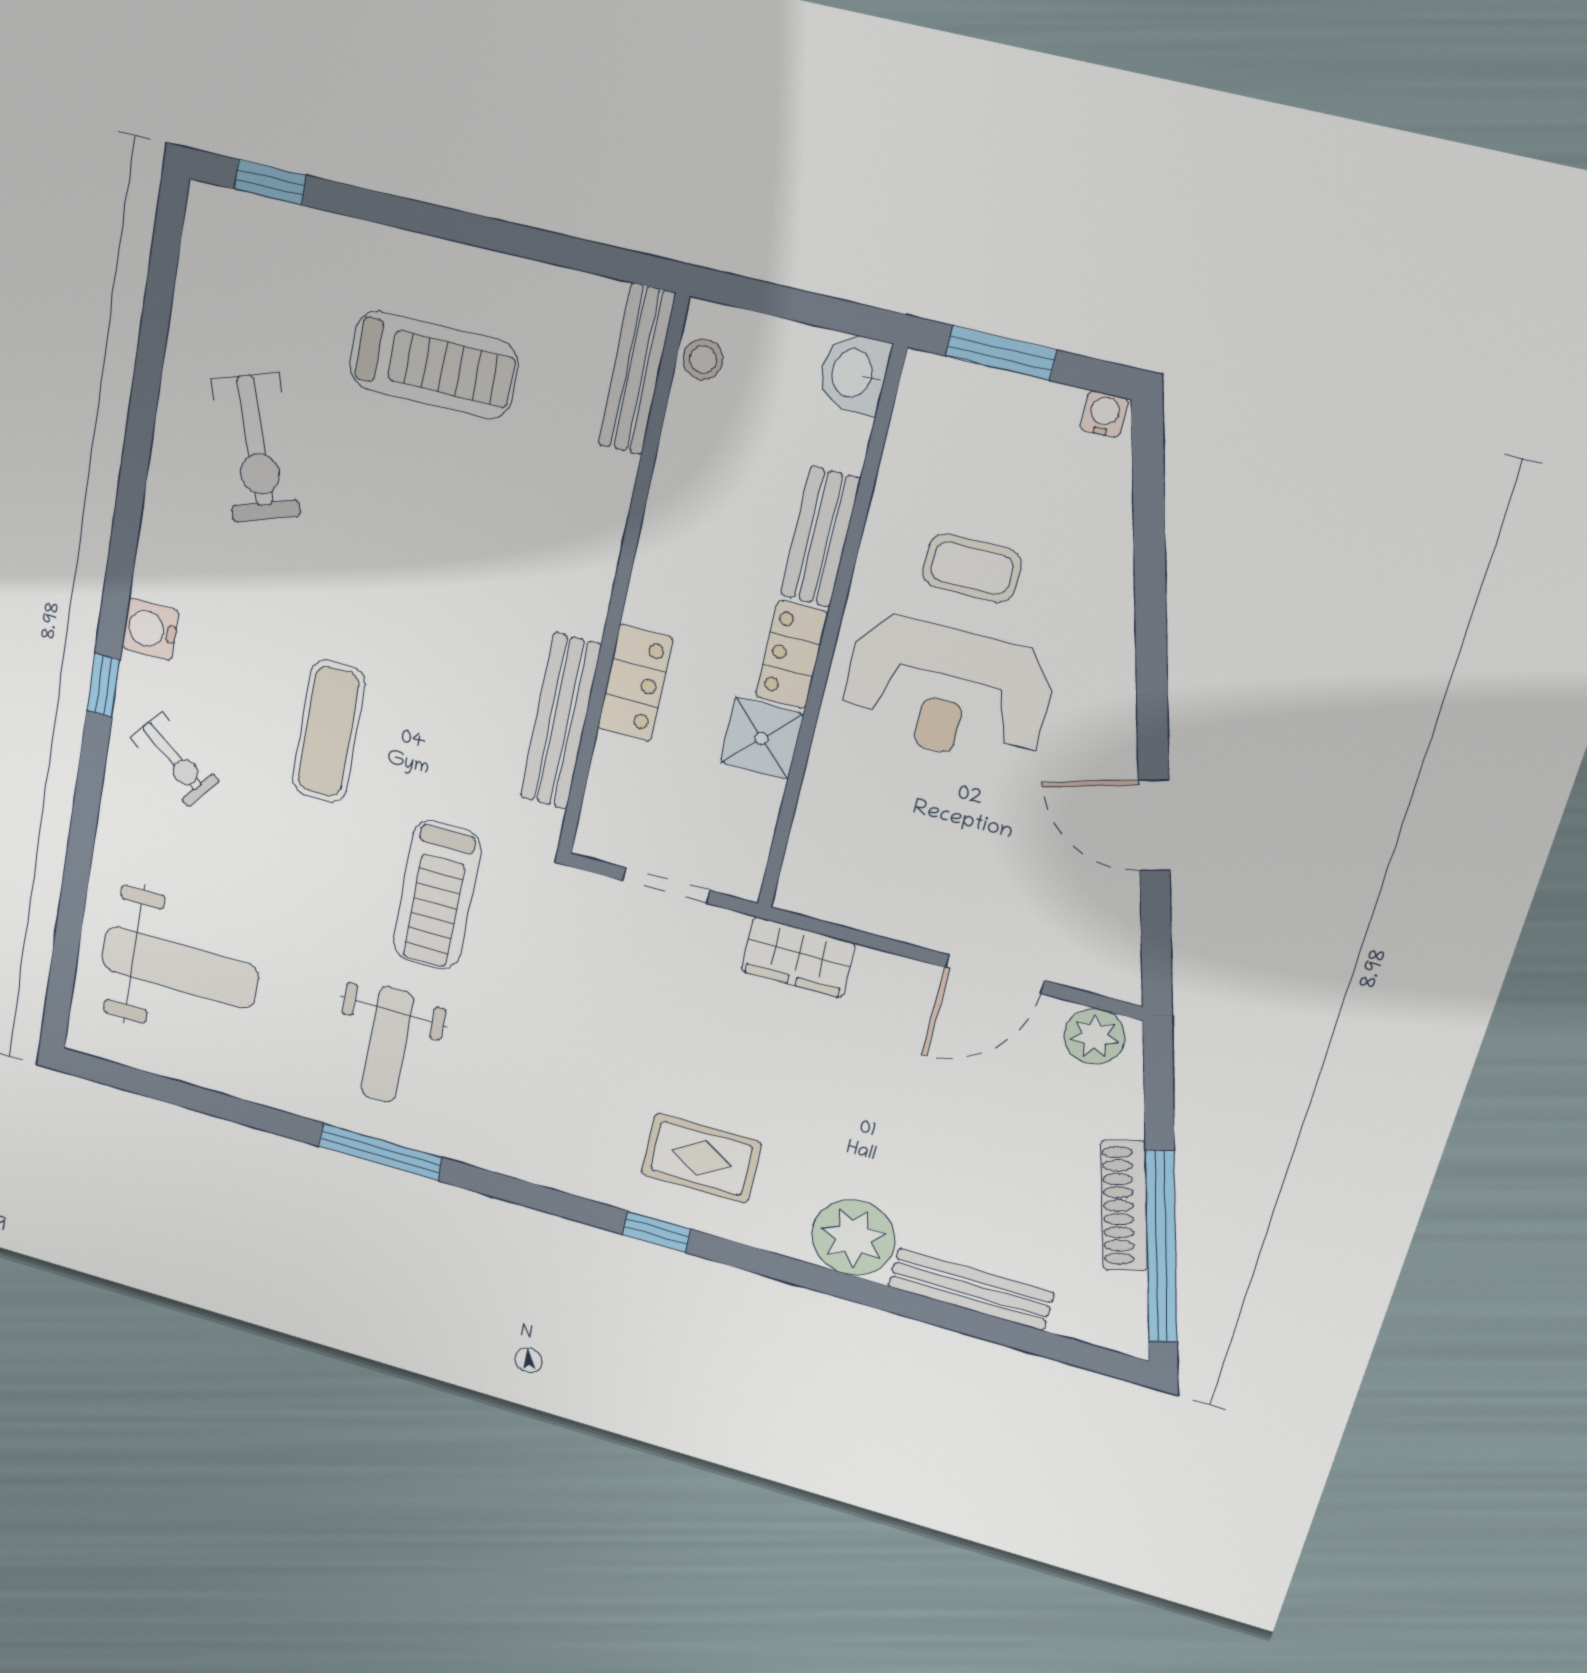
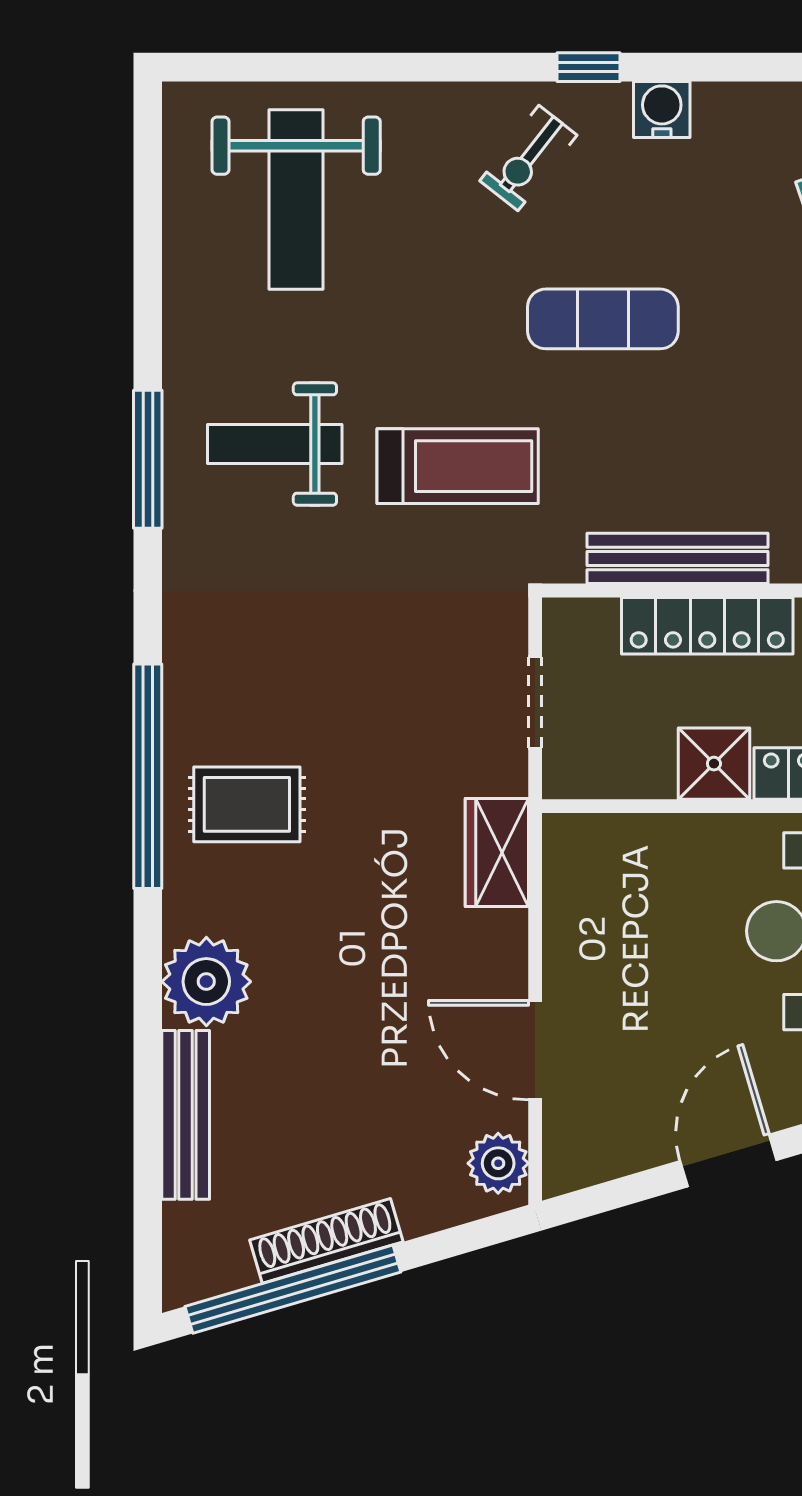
locker: (635, 683) -> (707, 626), width x1.53
treadmill: (437, 895) -> (458, 466), turned 180
rug: (701, 1158) -> (247, 804), turned 90
window: (657, 1232) -> (148, 776), width x3.17

